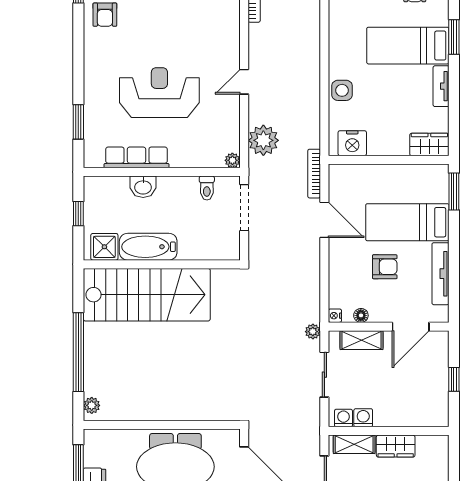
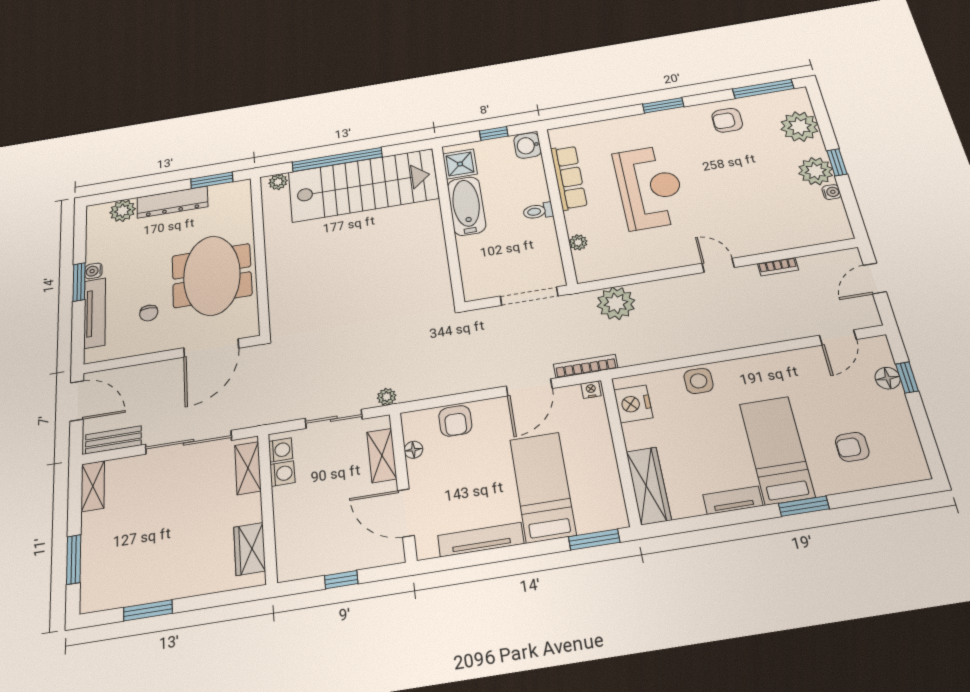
door: (244, 82) -> (718, 265), moved
window: (78, 122) -> (663, 105), moved
wardrobe: (429, 145) -> (649, 486), width x1.50
plant: (232, 160) -> (578, 242), moved
washbasin: (143, 187) -> (527, 146), moved
toilet: (207, 188) -> (538, 211), moved
armchair: (385, 267) -> (455, 421), moved
stairs: (147, 295) -> (363, 185), moved, turned -90
nightstand: (335, 316) -> (591, 390), moved
wardrobe: (396, 446) -> (250, 549), moved

